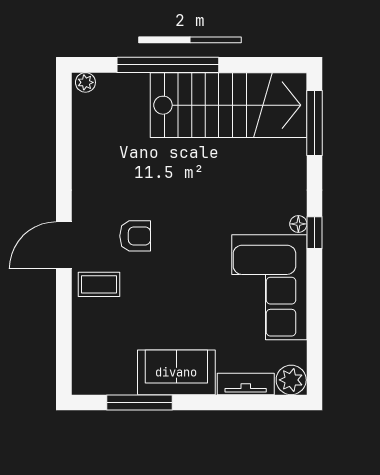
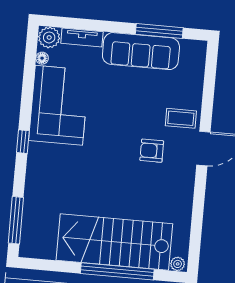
stairs: (229, 105) -> (114, 242), moved
floor lamp: (298, 224) -> (42, 58), moved
sofa: (176, 372) -> (141, 51), width x1.36

